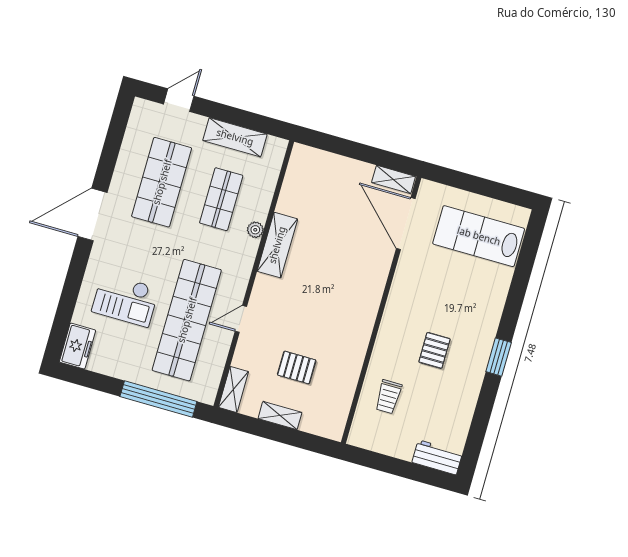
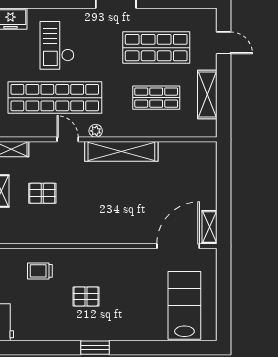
plant: (255, 230) -> (96, 131), moved
shelving: (277, 245) -> (121, 151), width x1.47
pallet: (297, 367) -> (42, 193), turned 90

